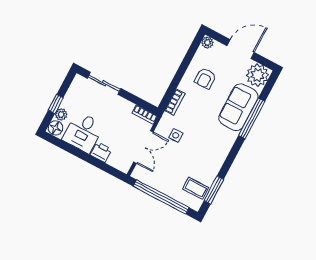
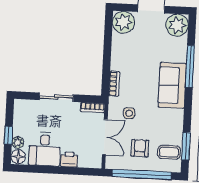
plant: (207, 43) -> (123, 22), width x1.87, depth x1.87
armchair: (205, 78) -> (140, 148), moved, turned 180
sliding door: (104, 83) -> (56, 97), moved
sofa: (238, 107) -> (172, 85), moved

